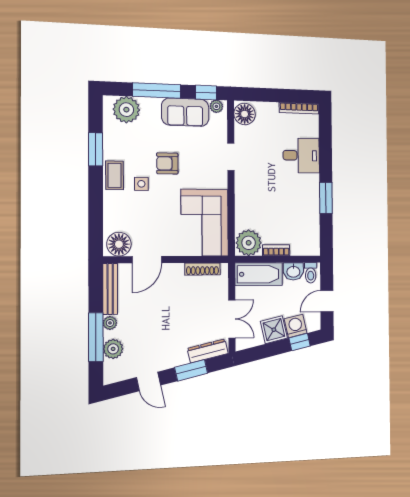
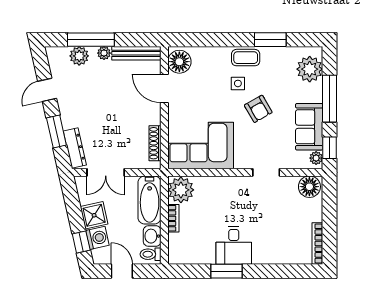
desk: (301, 156) -> (234, 245), moved
armchair: (167, 163) -> (258, 109), turned 150

